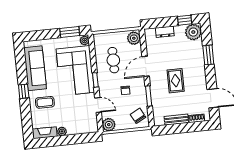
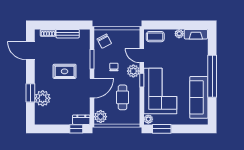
window: (185, 20) -> (76, 129), moved
dresser: (165, 32) -> (81, 120), moved
plant: (193, 32) -> (43, 98), moved
rug: (176, 81) -> (65, 71), turned 90
window: (24, 91) -> (212, 76), width x3.17
coffee table: (45, 102) -> (155, 37), moved
plant: (109, 125) -> (133, 71), moved

